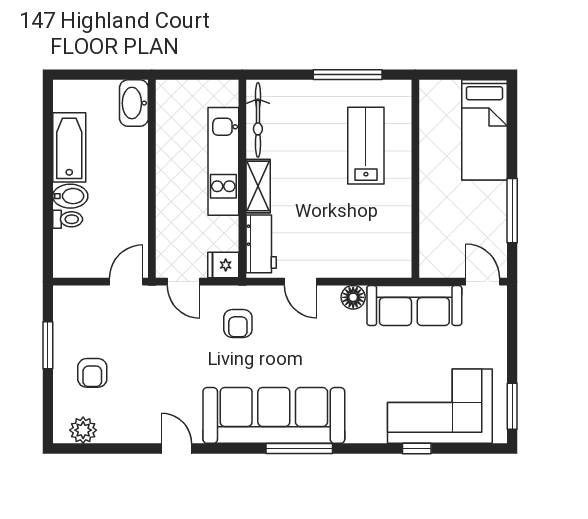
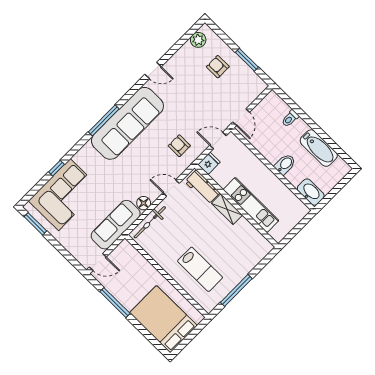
bicycle: (258, 120) -> (150, 222), moved, turned -90
bed: (484, 130) -> (163, 319), width x1.50
bidet: (70, 196) -> (285, 164), moved, turned 180

